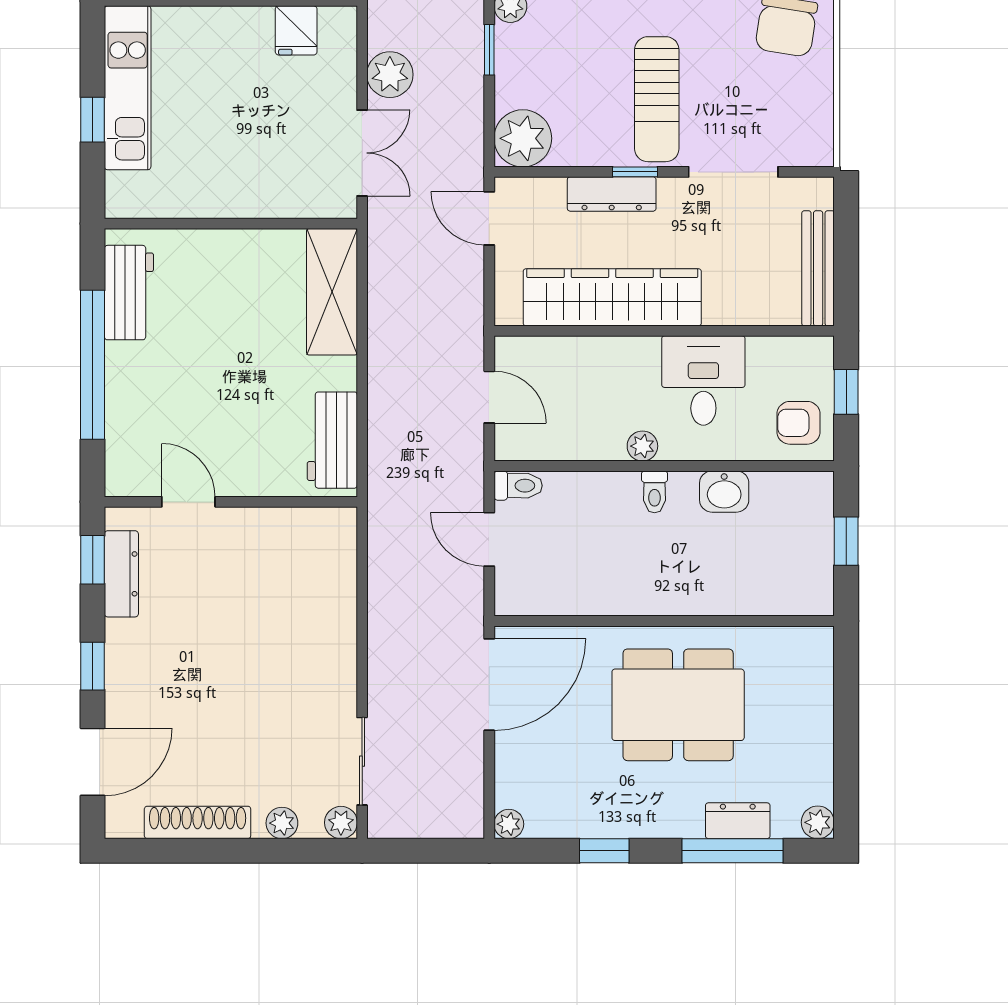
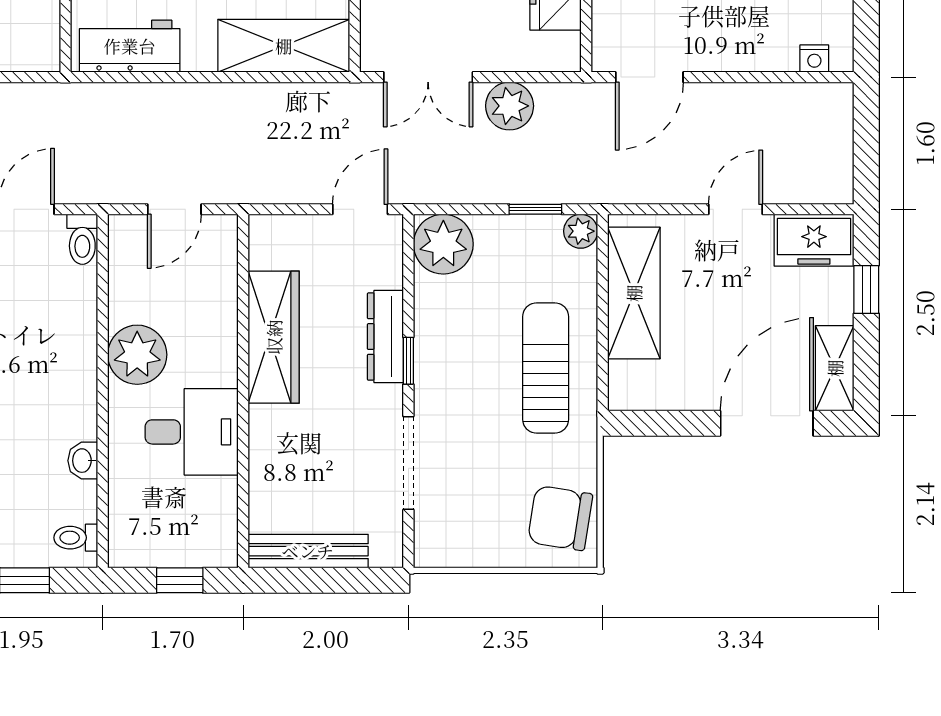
sun lounger: (657, 99) -> (546, 368), moved, turned 90
wardrobe: (612, 297) -> (274, 337), width x0.71, depth x0.85
armchair: (798, 423) -> (148, 531), removed
plant: (642, 446) -> (137, 355), width x1.87, depth x1.87
toilet: (654, 492) -> (76, 538), moved
washbasin: (724, 492) -> (83, 461), width x0.72, depth x0.69

